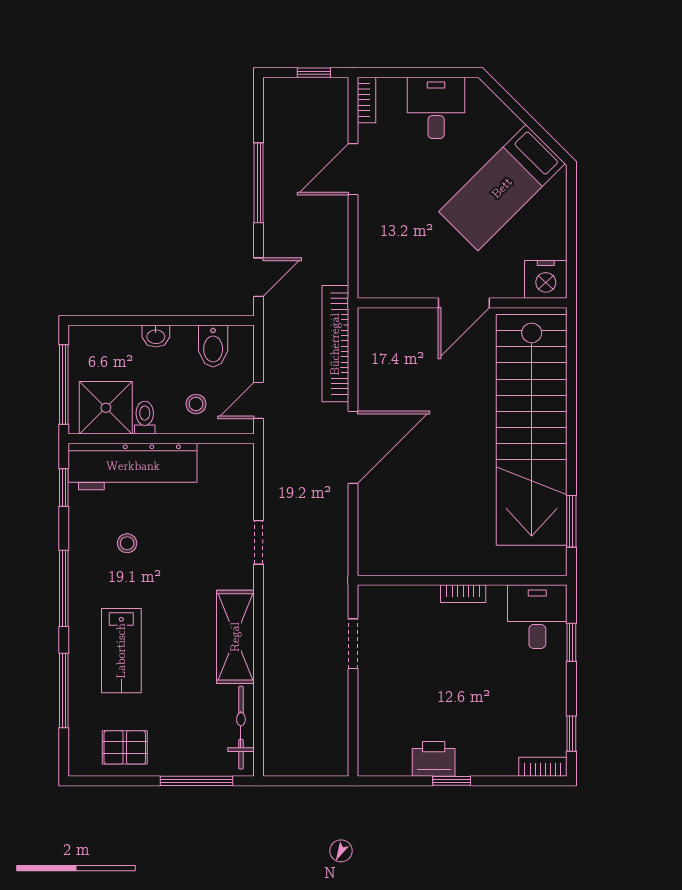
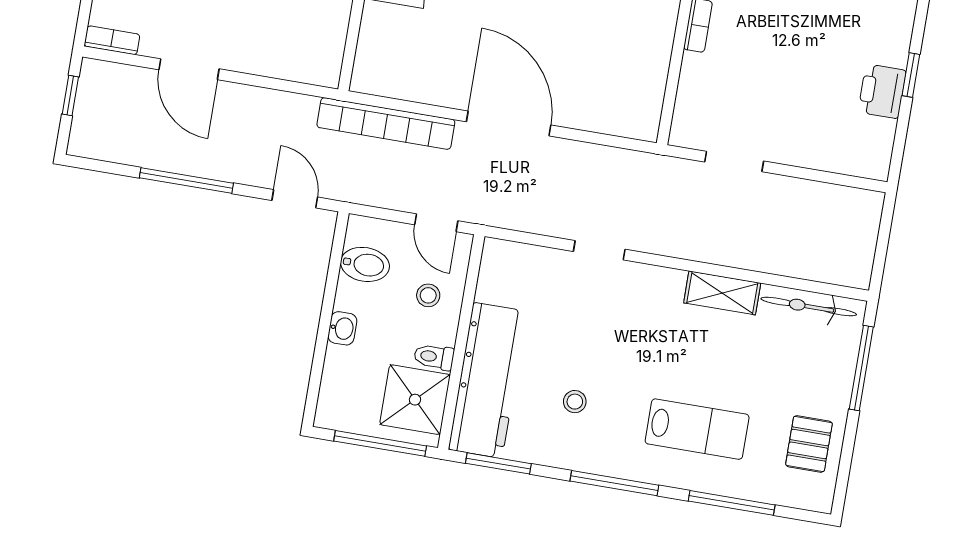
window: (64, 488) -> (498, 463), width x1.50
shelving: (235, 637) -> (722, 293), width x0.67, depth x0.75

